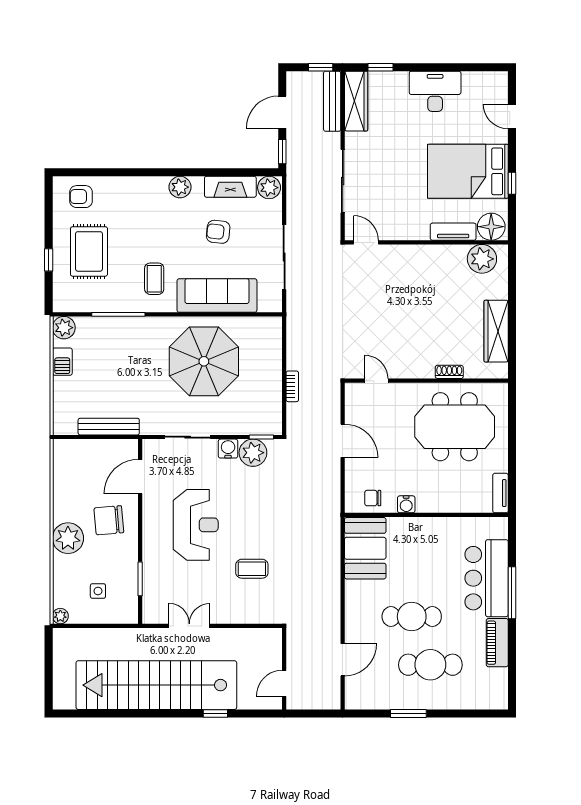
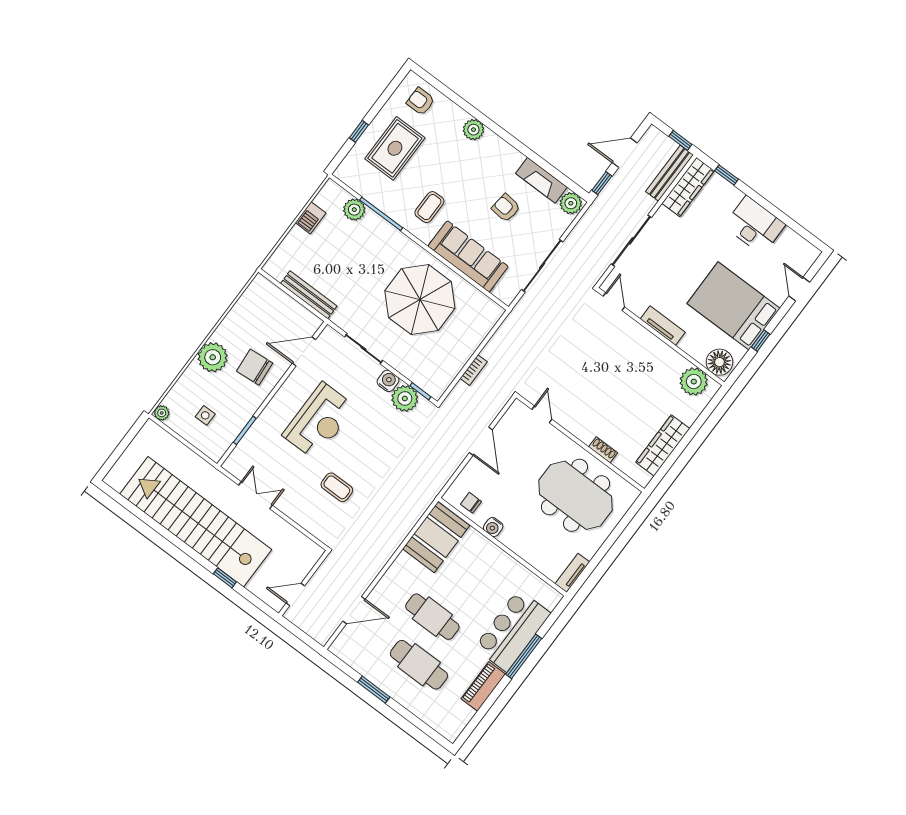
plant: (180, 187) -> (473, 130), moved
tv unit: (453, 232) -> (663, 326), moved
plant: (64, 328) -> (354, 210), moved

